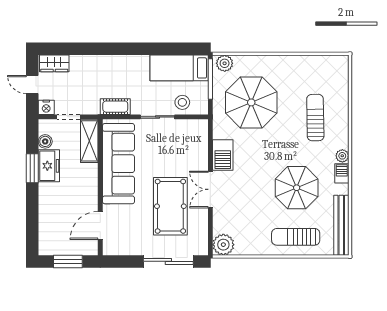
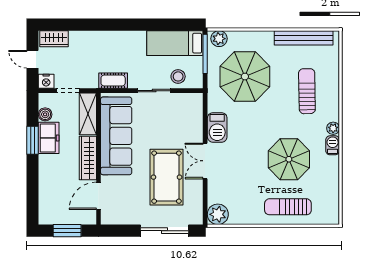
wardrobe: (89, 186) -> (88, 158), added
bench: (341, 225) -> (304, 38), moved, turned 90

